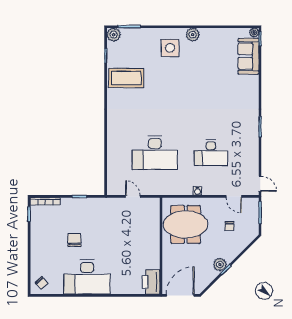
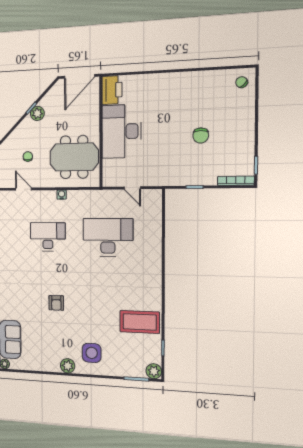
armchair: (203, 92) -> (56, 303), added
desk: (87, 277) -> (121, 131), moved, turned -90

